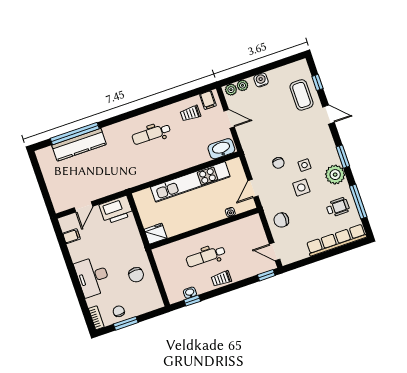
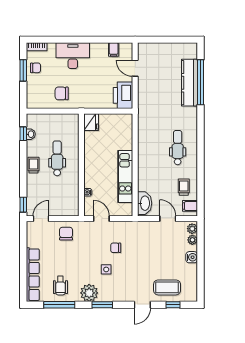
door: (229, 119) -> (168, 219), swing flipped
kitchen unit: (190, 182) -> (125, 176), width x0.73
side table: (301, 188) -> (88, 260), removed

